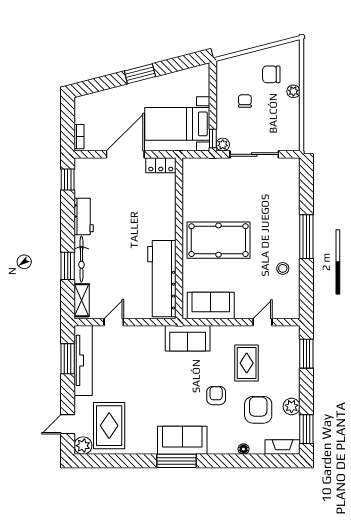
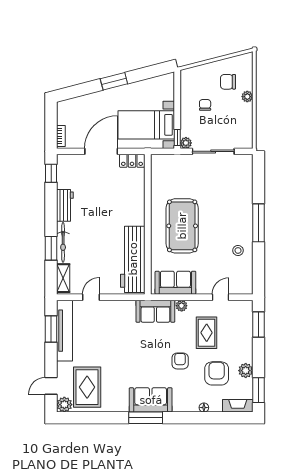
pool table: (218, 240) -> (182, 226), turned 90
plant: (218, 332) -> (182, 306), added

